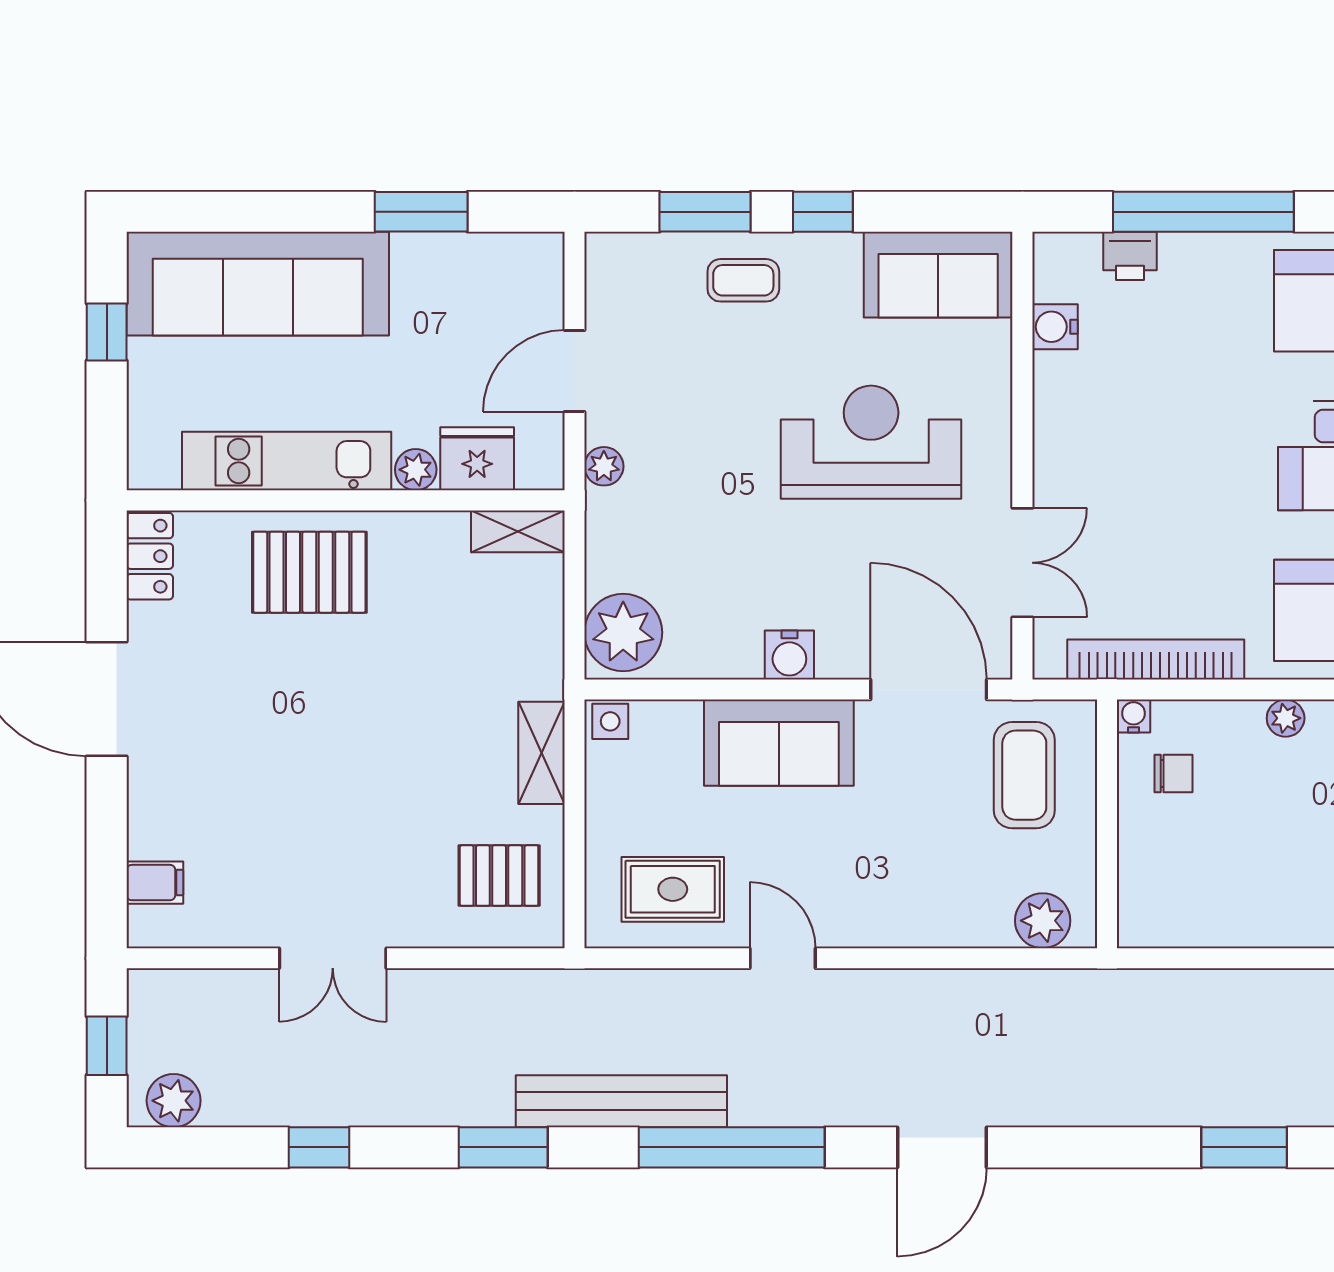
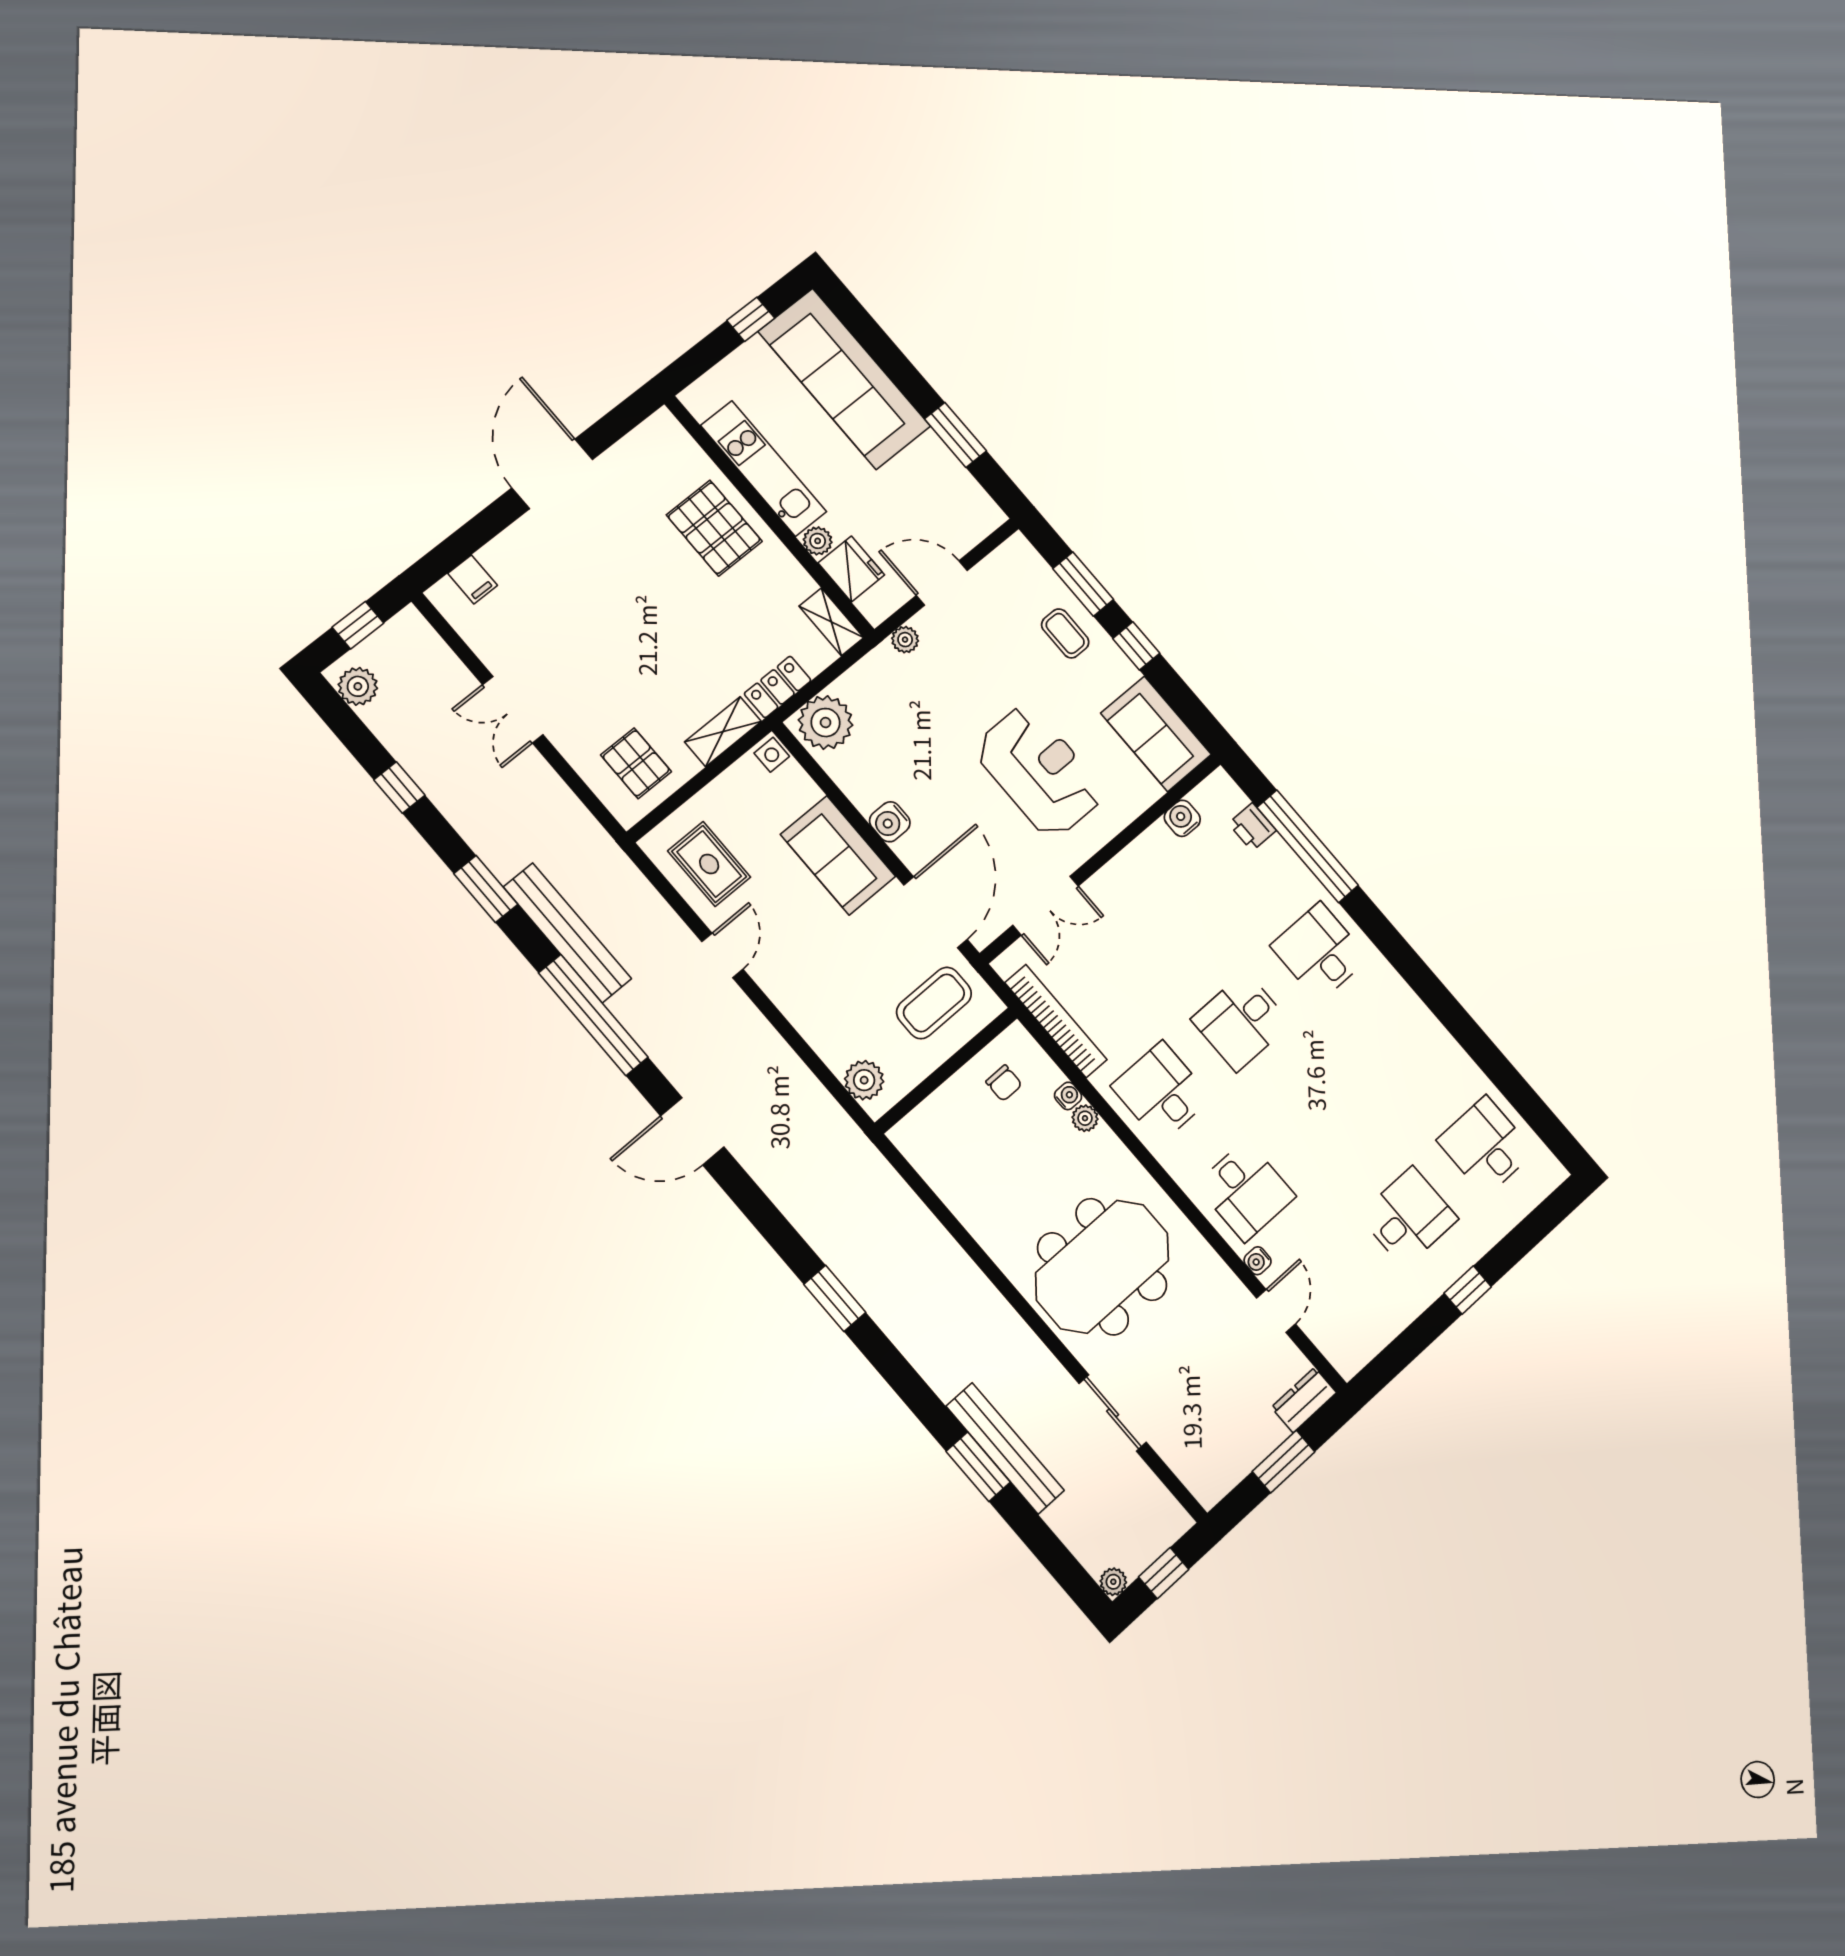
locker: (150, 556) -> (778, 687), moved, turned 180
water cooler: (1133, 716) -> (1068, 1096), moved

